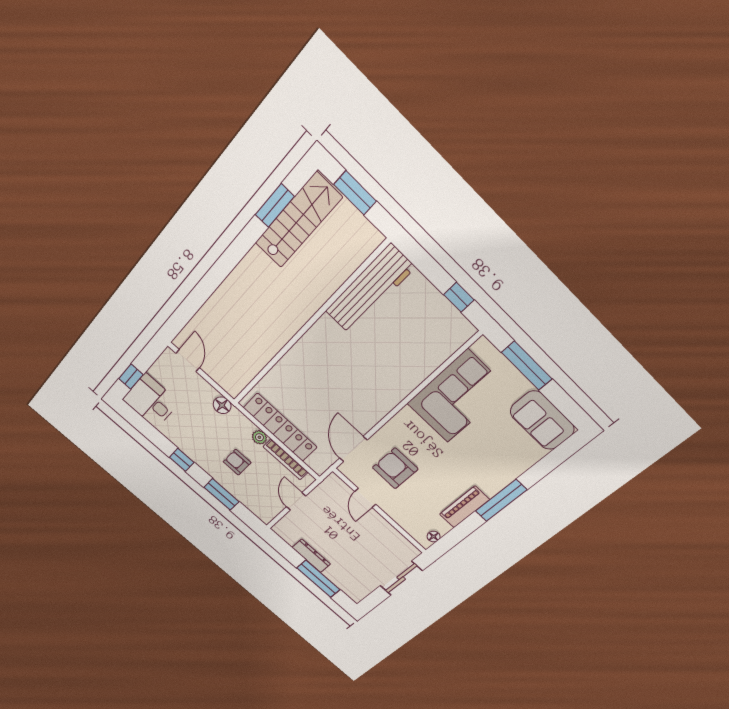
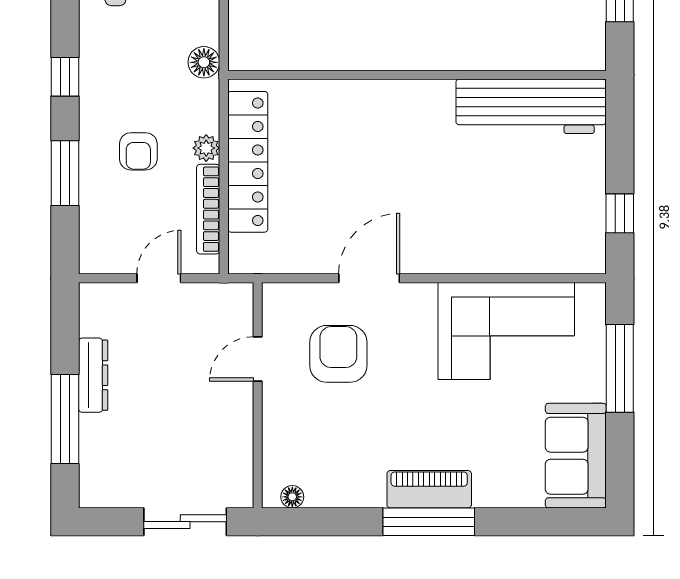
door: (353, 449) -> (369, 278), moved
armchair: (237, 462) -> (138, 151), turned 180
piano: (464, 507) -> (429, 489), moved

